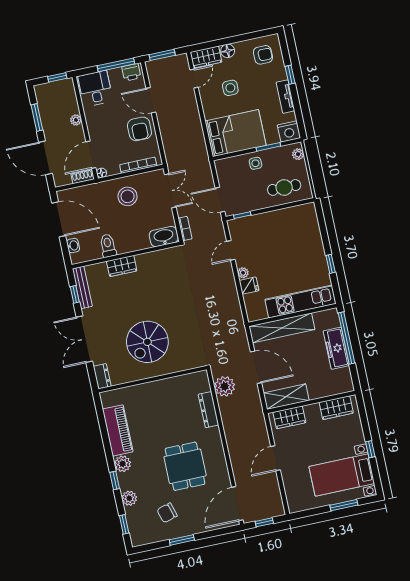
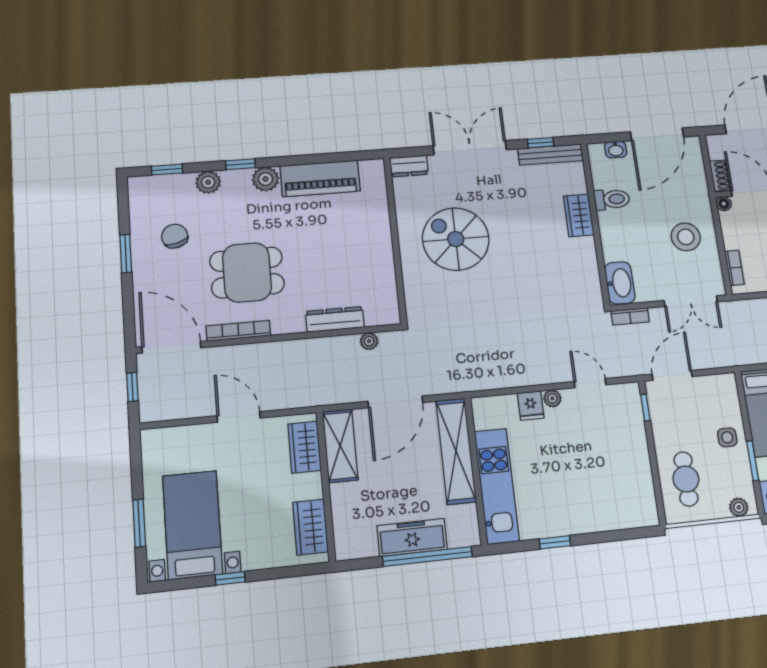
bookcase: (138, 165) -> (734, 268), width x0.64
plant: (225, 386) -> (369, 341), width x0.53, depth x0.53
bookcase: (223, 466) -> (238, 331), added

